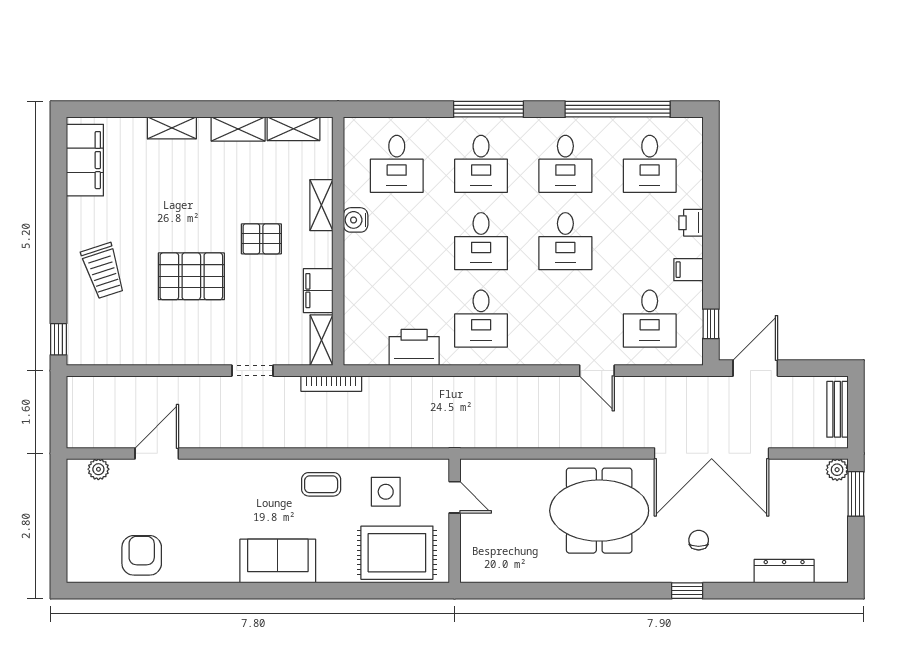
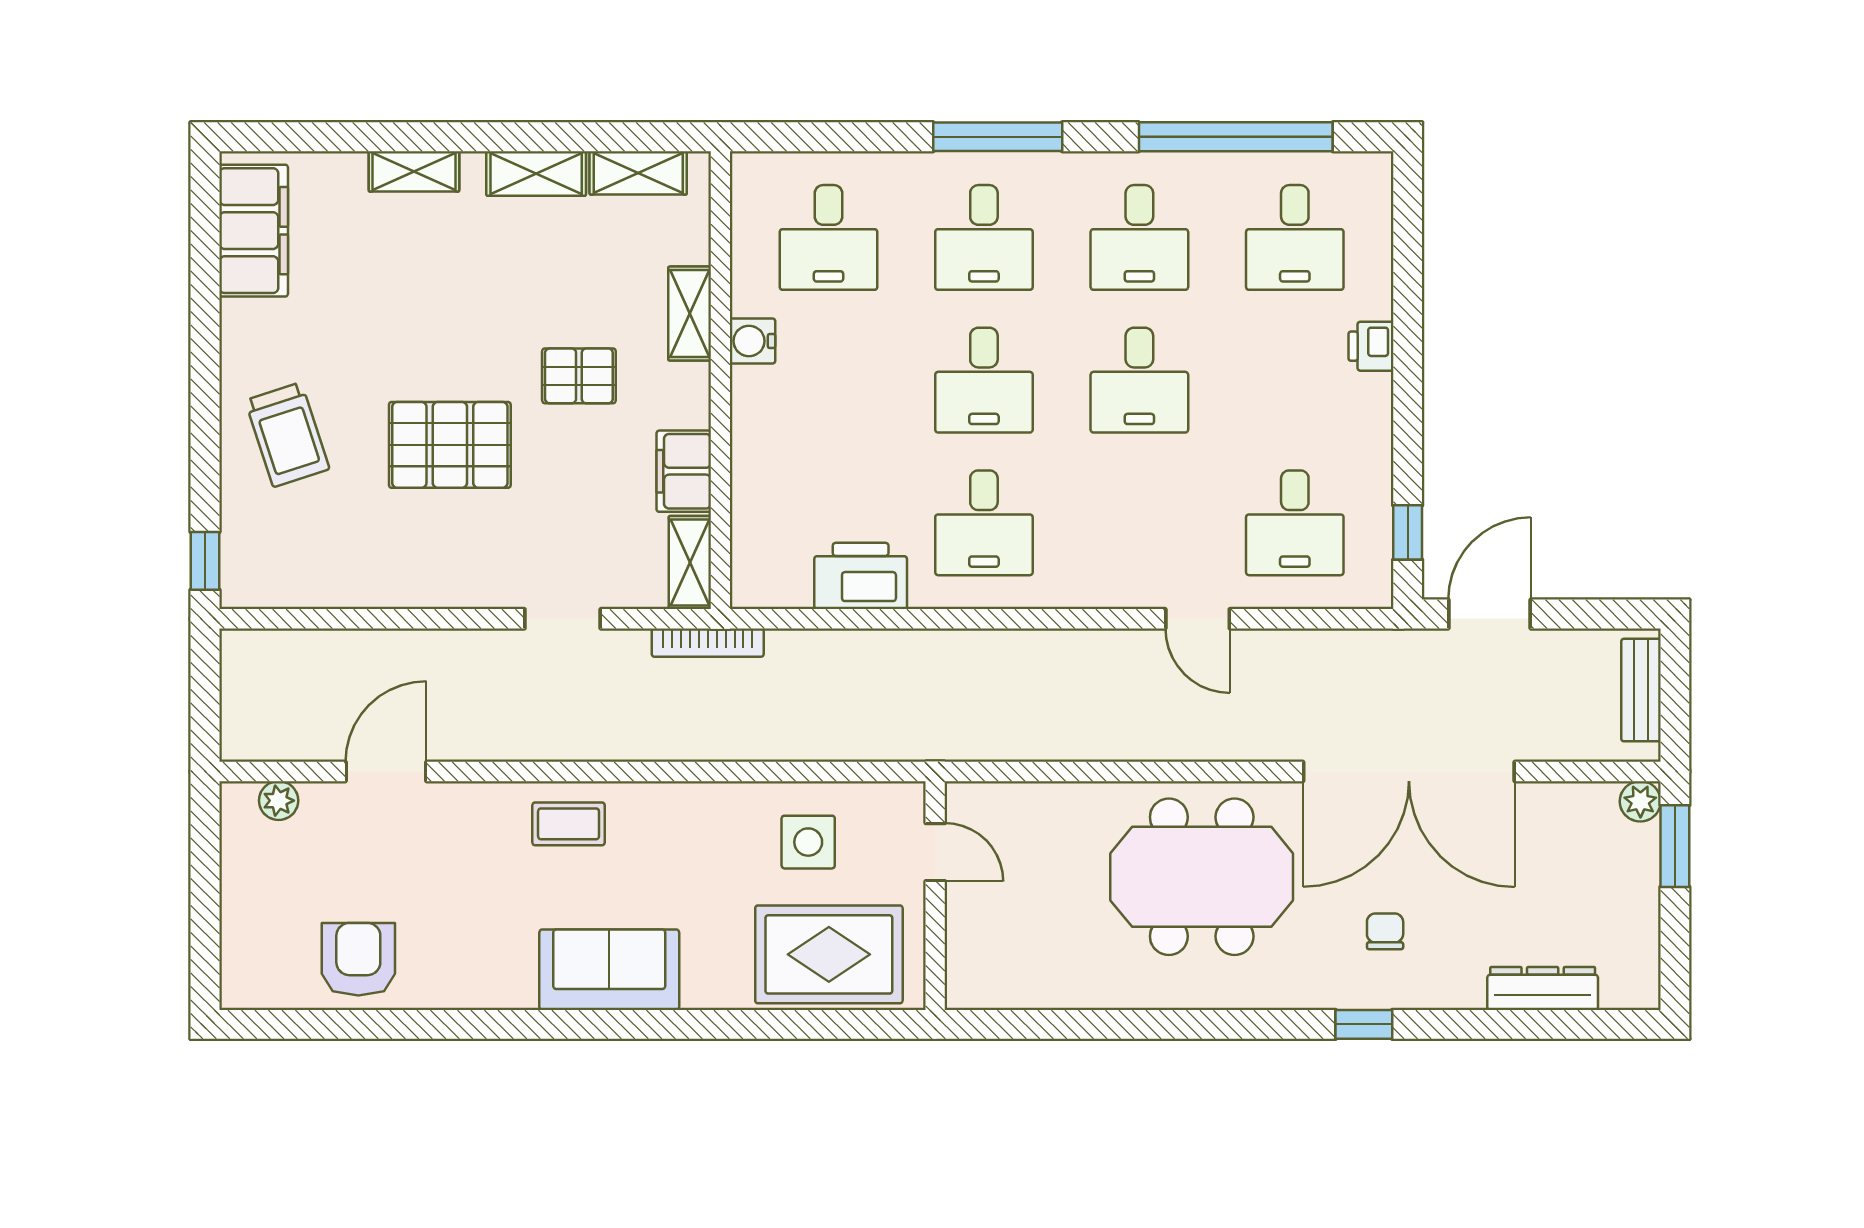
filing cabinet: (688, 270) -> (1366, 433), removed
coffee table: (321, 484) -> (569, 824), moved

